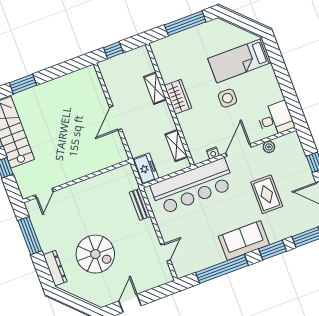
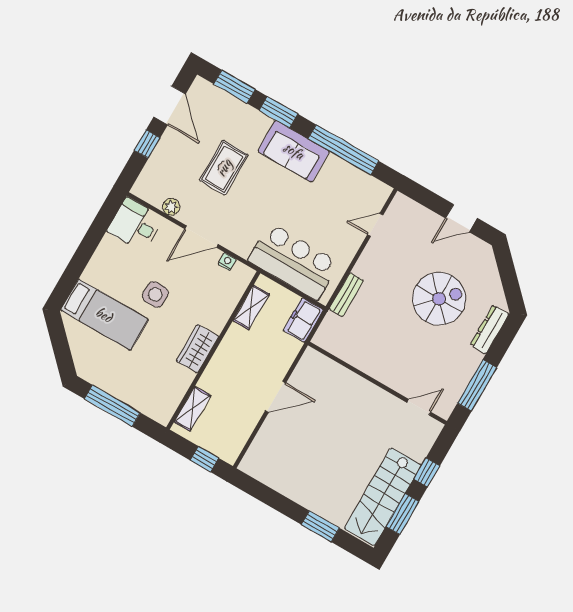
shelving: (155, 88) -> (192, 409), moved
bar counter: (193, 186) -> (294, 262), width x0.73
spiral stairs: (95, 254) -> (439, 299), turned 90

